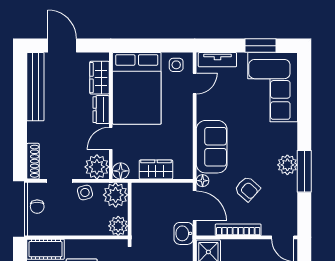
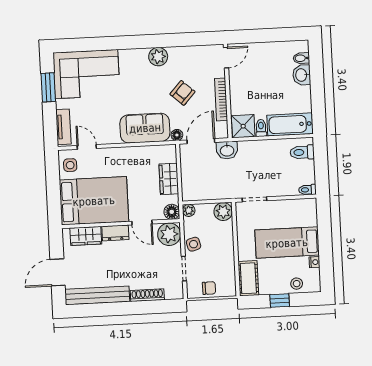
shoe rack: (33, 161) -> (147, 295), moved
window: (304, 171) -> (163, 41), removed
plant: (116, 195) -> (189, 210), width x0.53, depth x0.53

